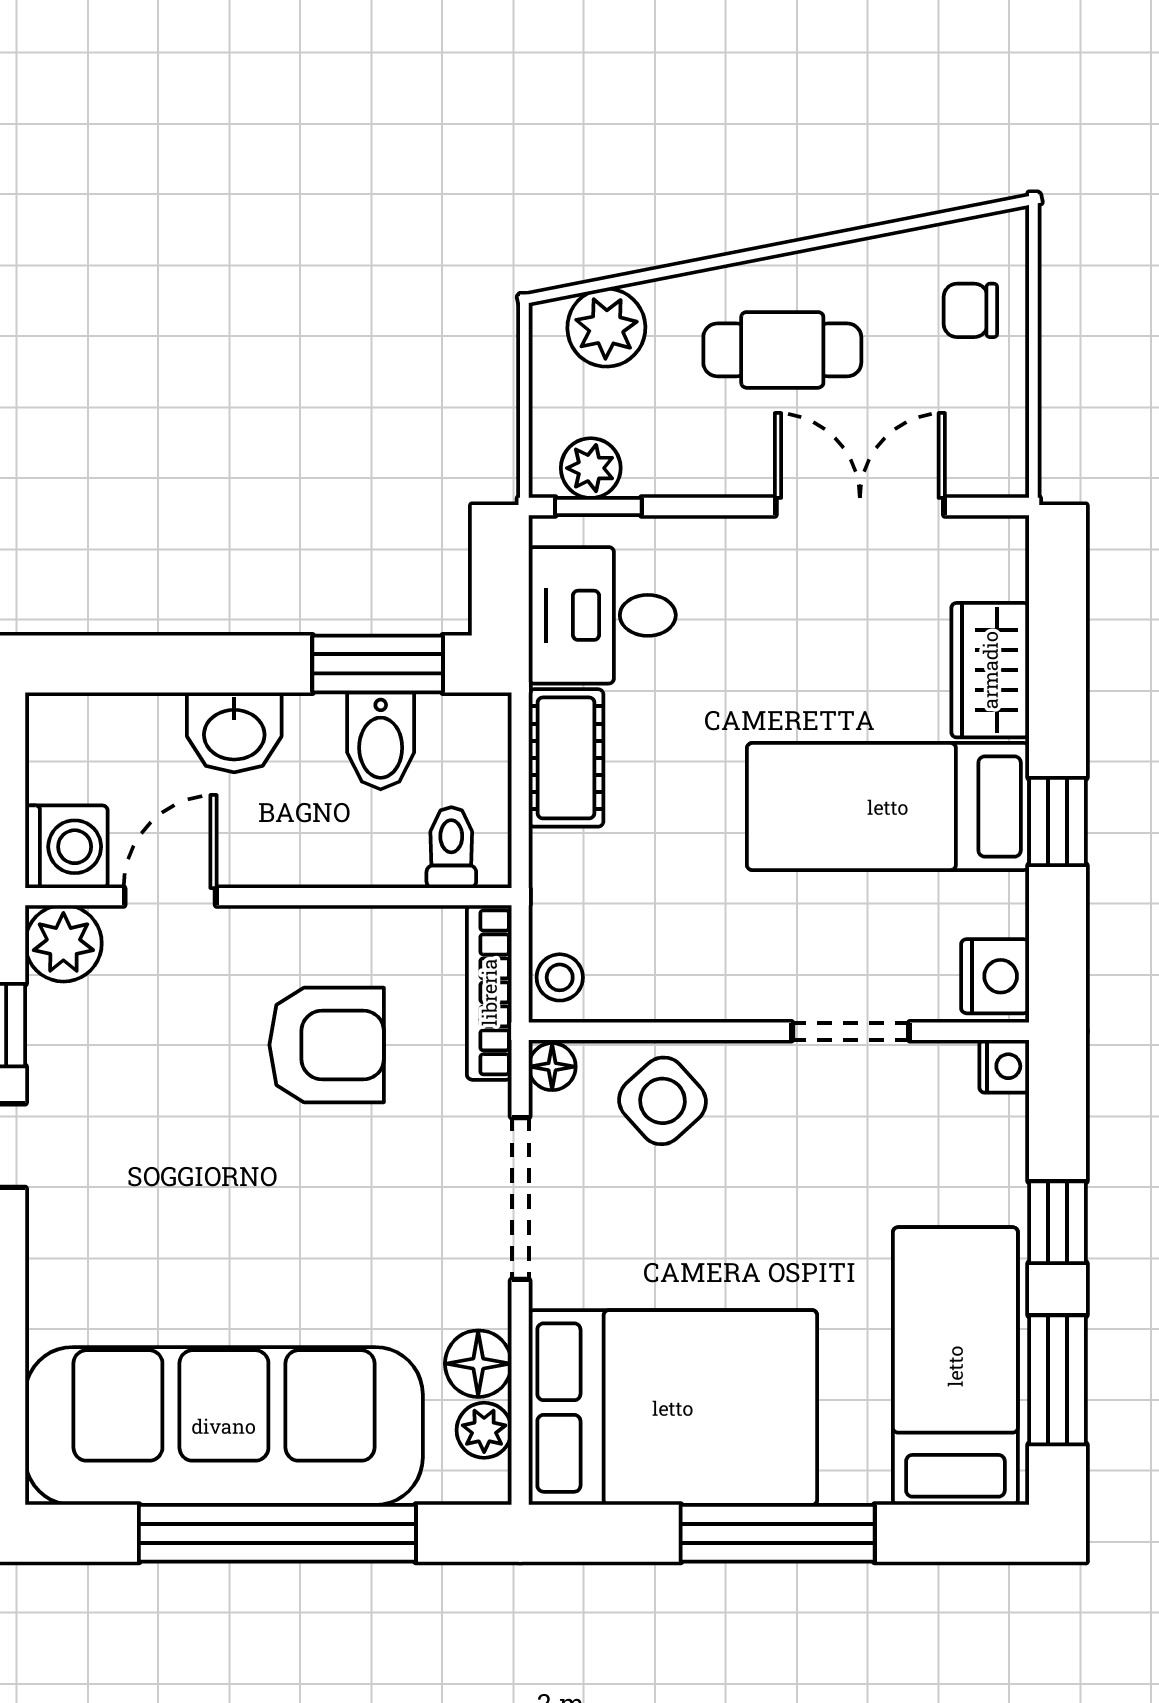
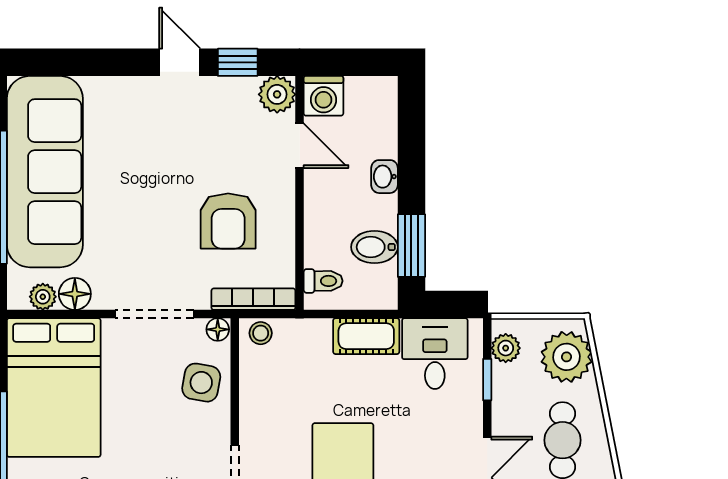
plant: (606, 328) -> (566, 357), width x1.36, depth x1.36
window: (598, 507) -> (487, 380), moved
washbasin: (234, 732) -> (384, 177), width x0.72, depth x0.69
side table: (662, 1101) -> (201, 383), turned -38

